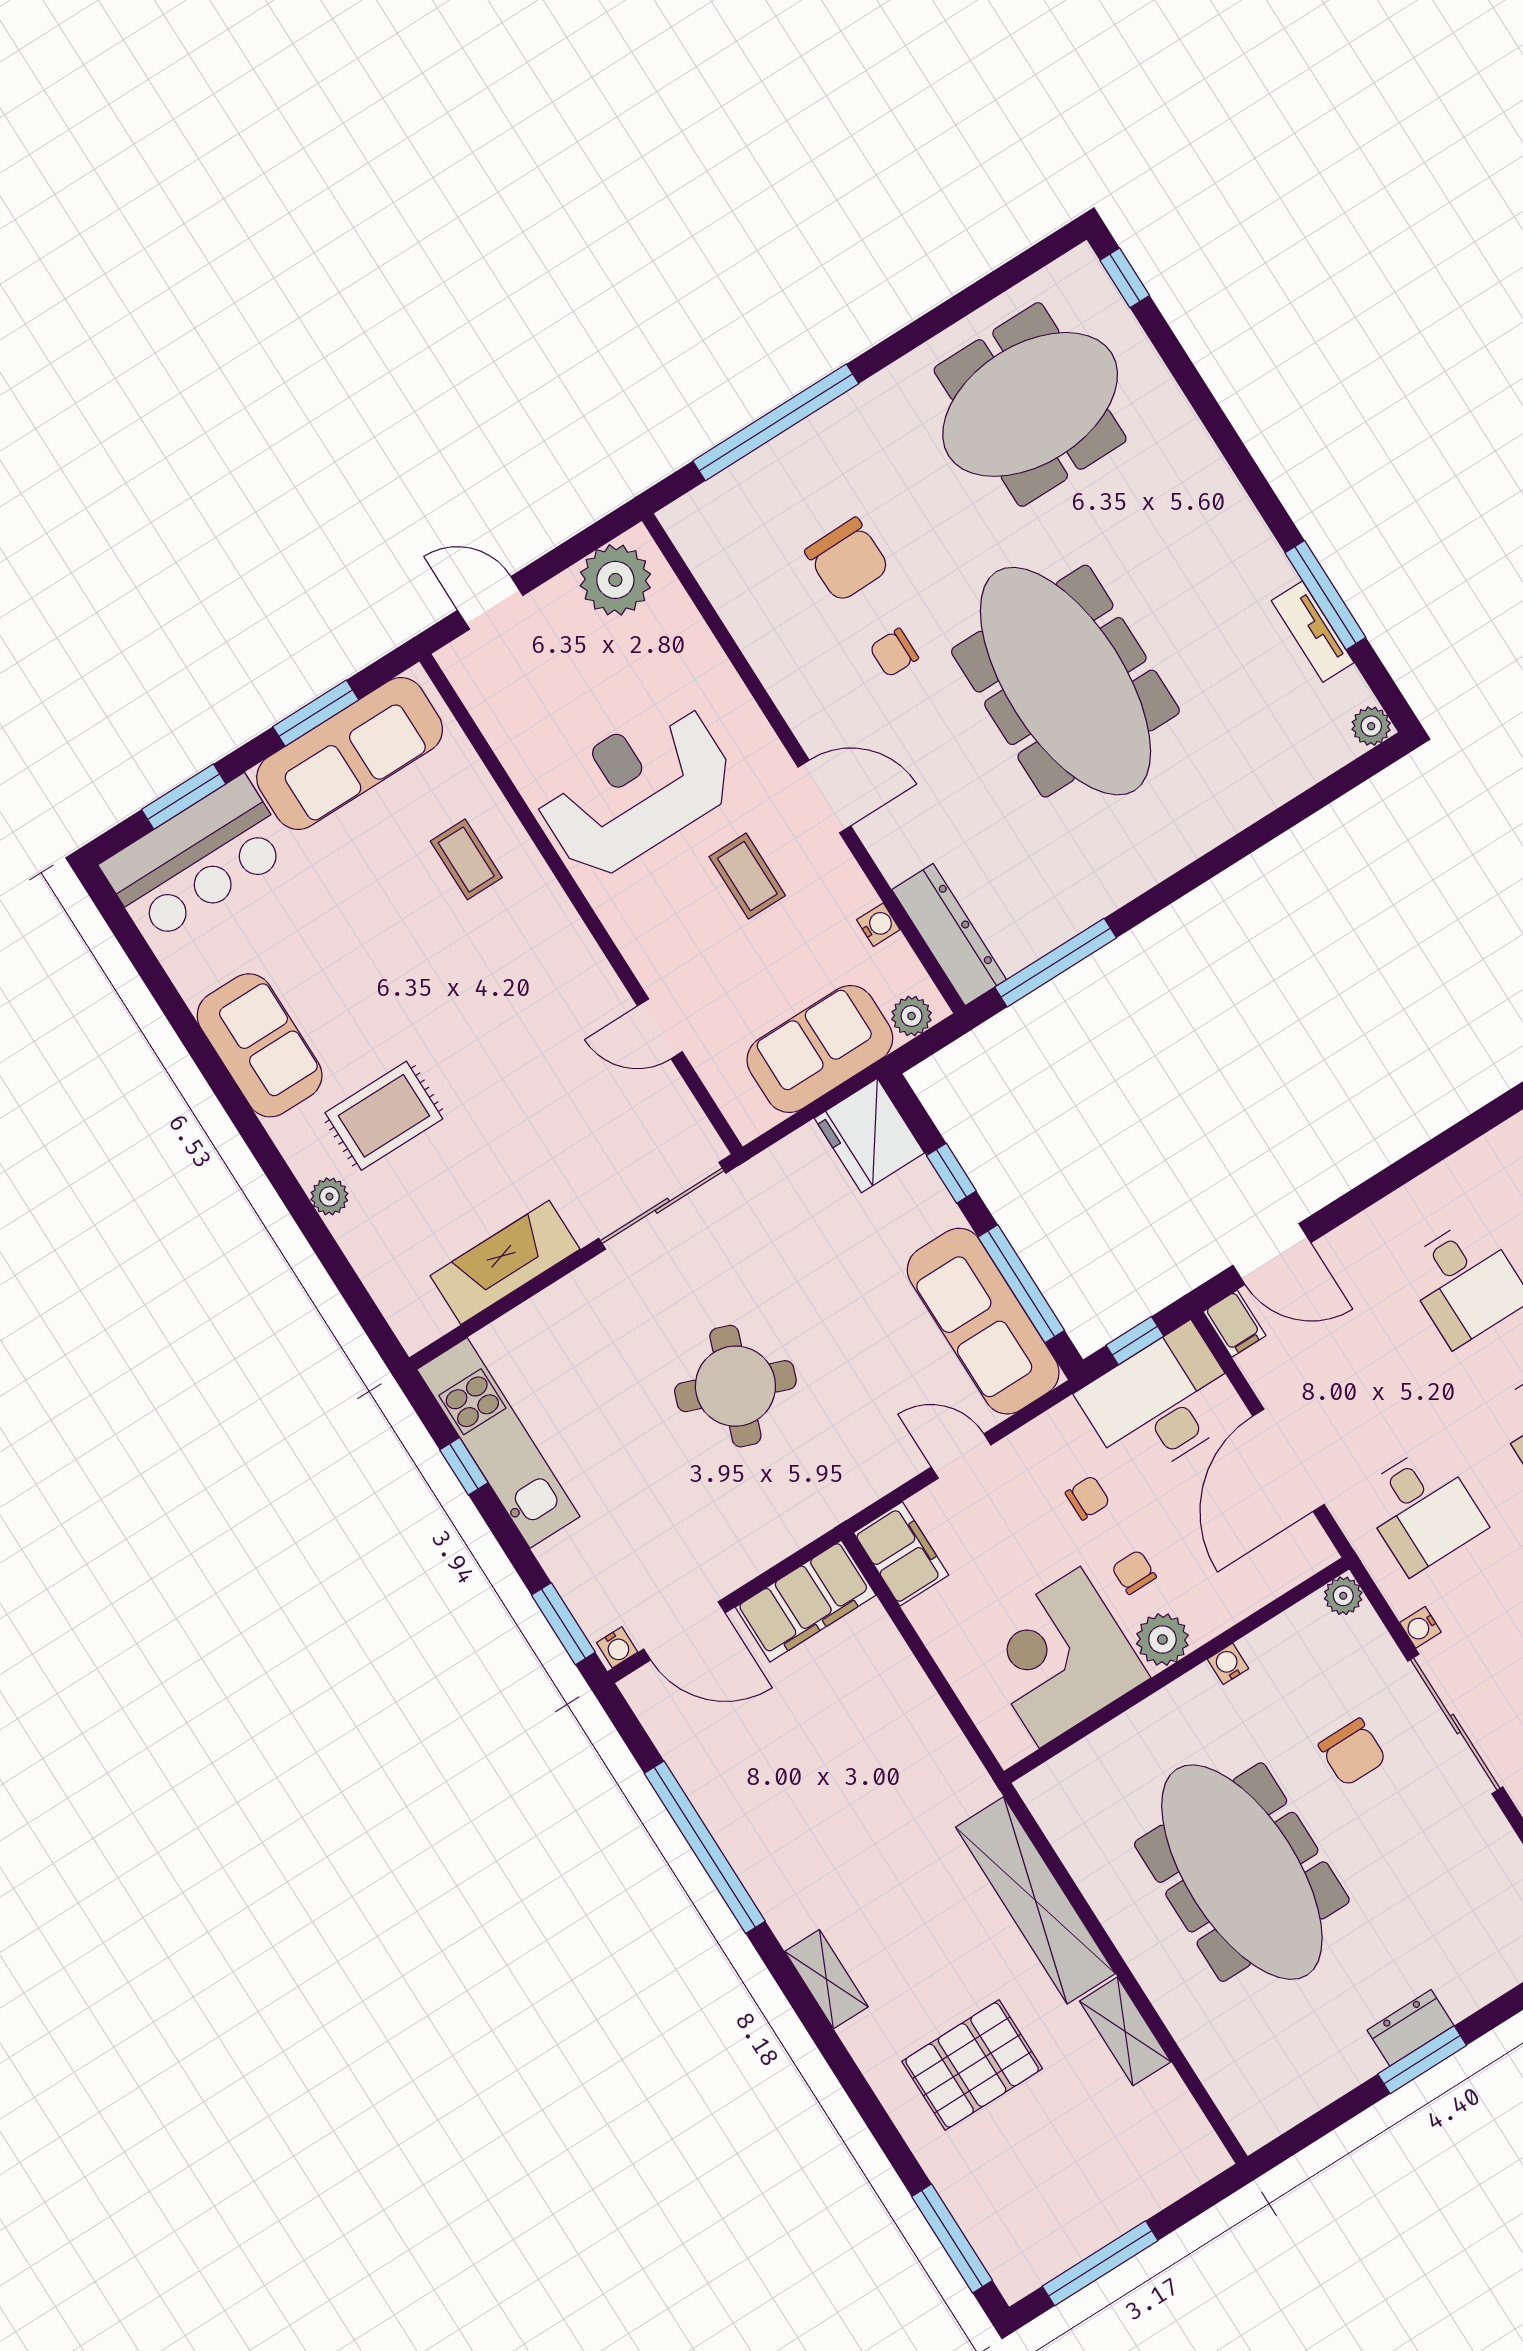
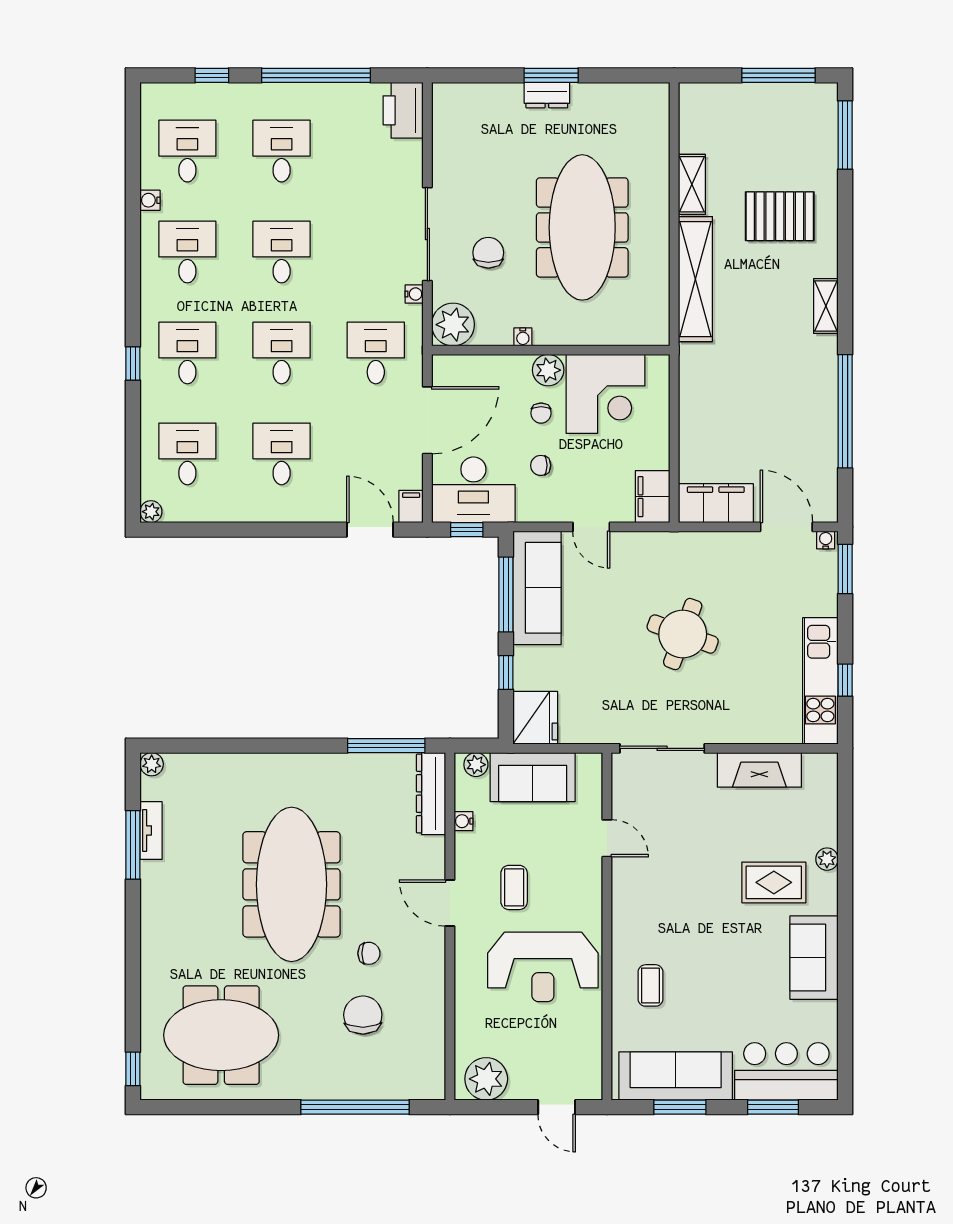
plant: (1343, 1596) -> (453, 325), width x1.88, depth x1.88

